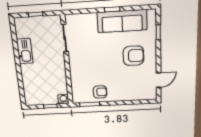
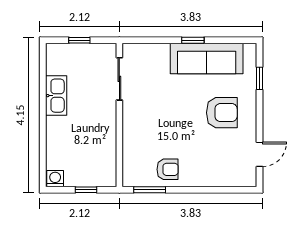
washing machine: (63, 99) -> (55, 179), moved

